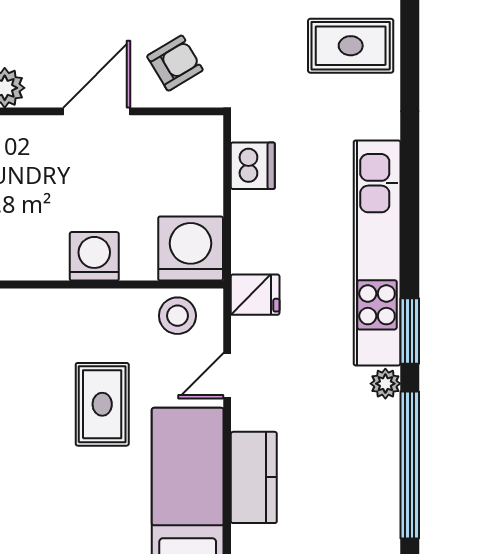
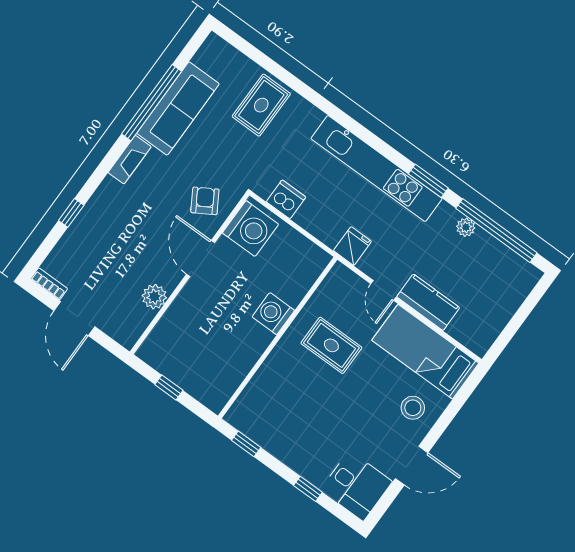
washing machine: (191, 249) -> (250, 229), moved, turned 180
stool: (177, 316) -> (413, 408), moved
plant: (385, 384) -> (466, 227), moved
rug: (102, 404) -> (331, 345), moved
kitchen counter: (254, 477) -> (428, 302), moved

